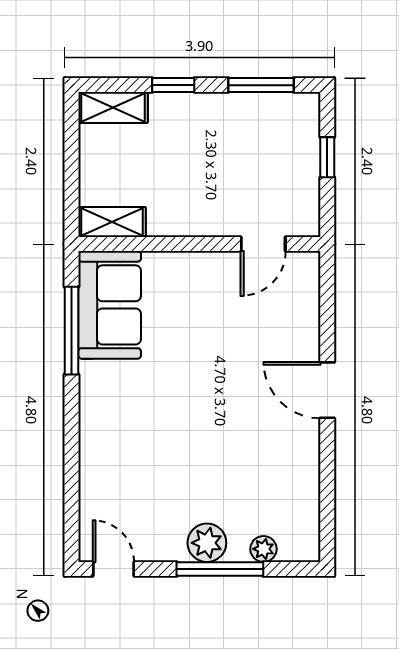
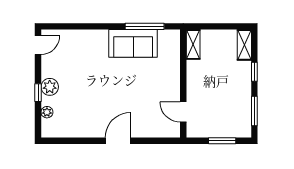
window: (327, 157) -> (222, 141), width x1.50
sofa: (110, 305) -> (133, 43), moved
window: (220, 569) -> (38, 93), width x0.46

